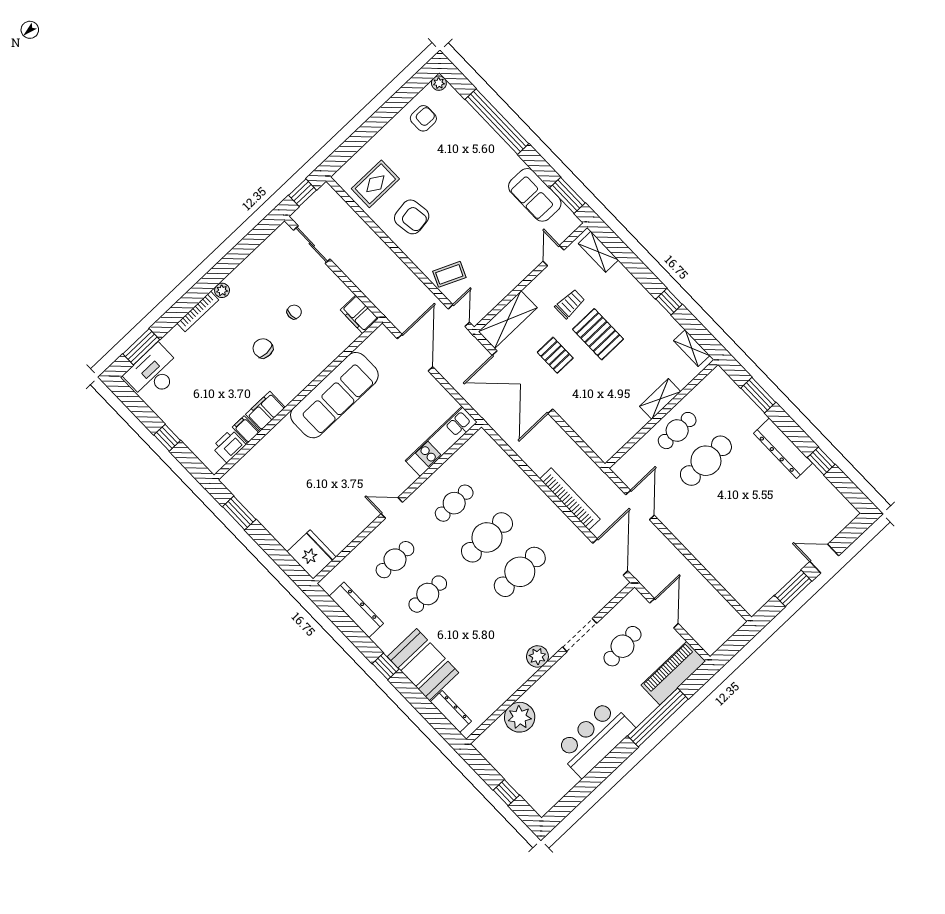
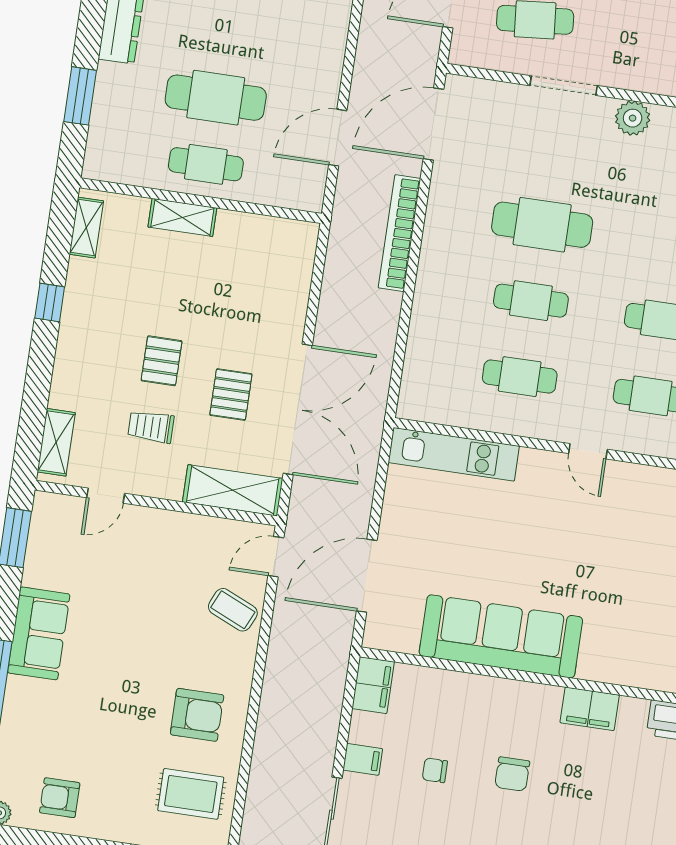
sofa: (535, 195) -> (39, 633), moved
armchair: (412, 217) -> (197, 715), turned 98
pallet: (598, 334) -> (162, 361), width x0.67, depth x0.71
filing cabinet: (246, 430) -> (363, 759), moved, turned -90
cafe table: (487, 537) -> (531, 301), width x0.73, depth x0.74

